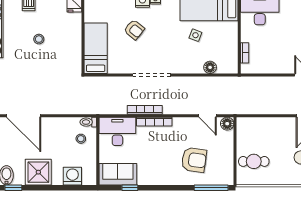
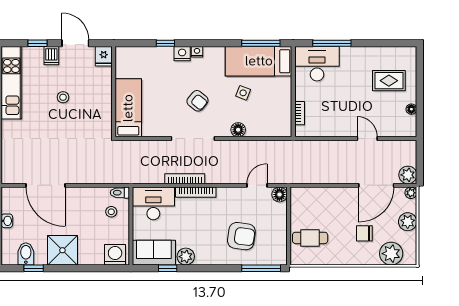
armchair: (134, 30) -> (197, 101), moved
floor lamp: (210, 67) -> (238, 130), moved
door: (208, 116) -> (257, 185), swing flipped
washing machine: (72, 176) -> (115, 255), moved
plant: (146, 178) -> (186, 257), added

